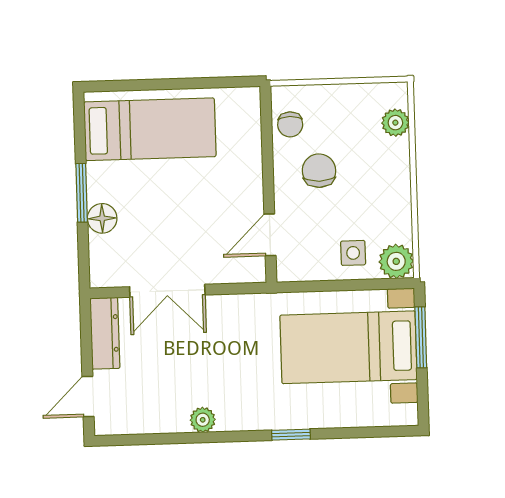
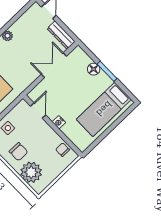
plant: (395, 123) -> (31, 172), width x1.87, depth x1.87
chair: (319, 171) -> (19, 152), moved
nightstand: (252, 180) -> (59, 122), added

